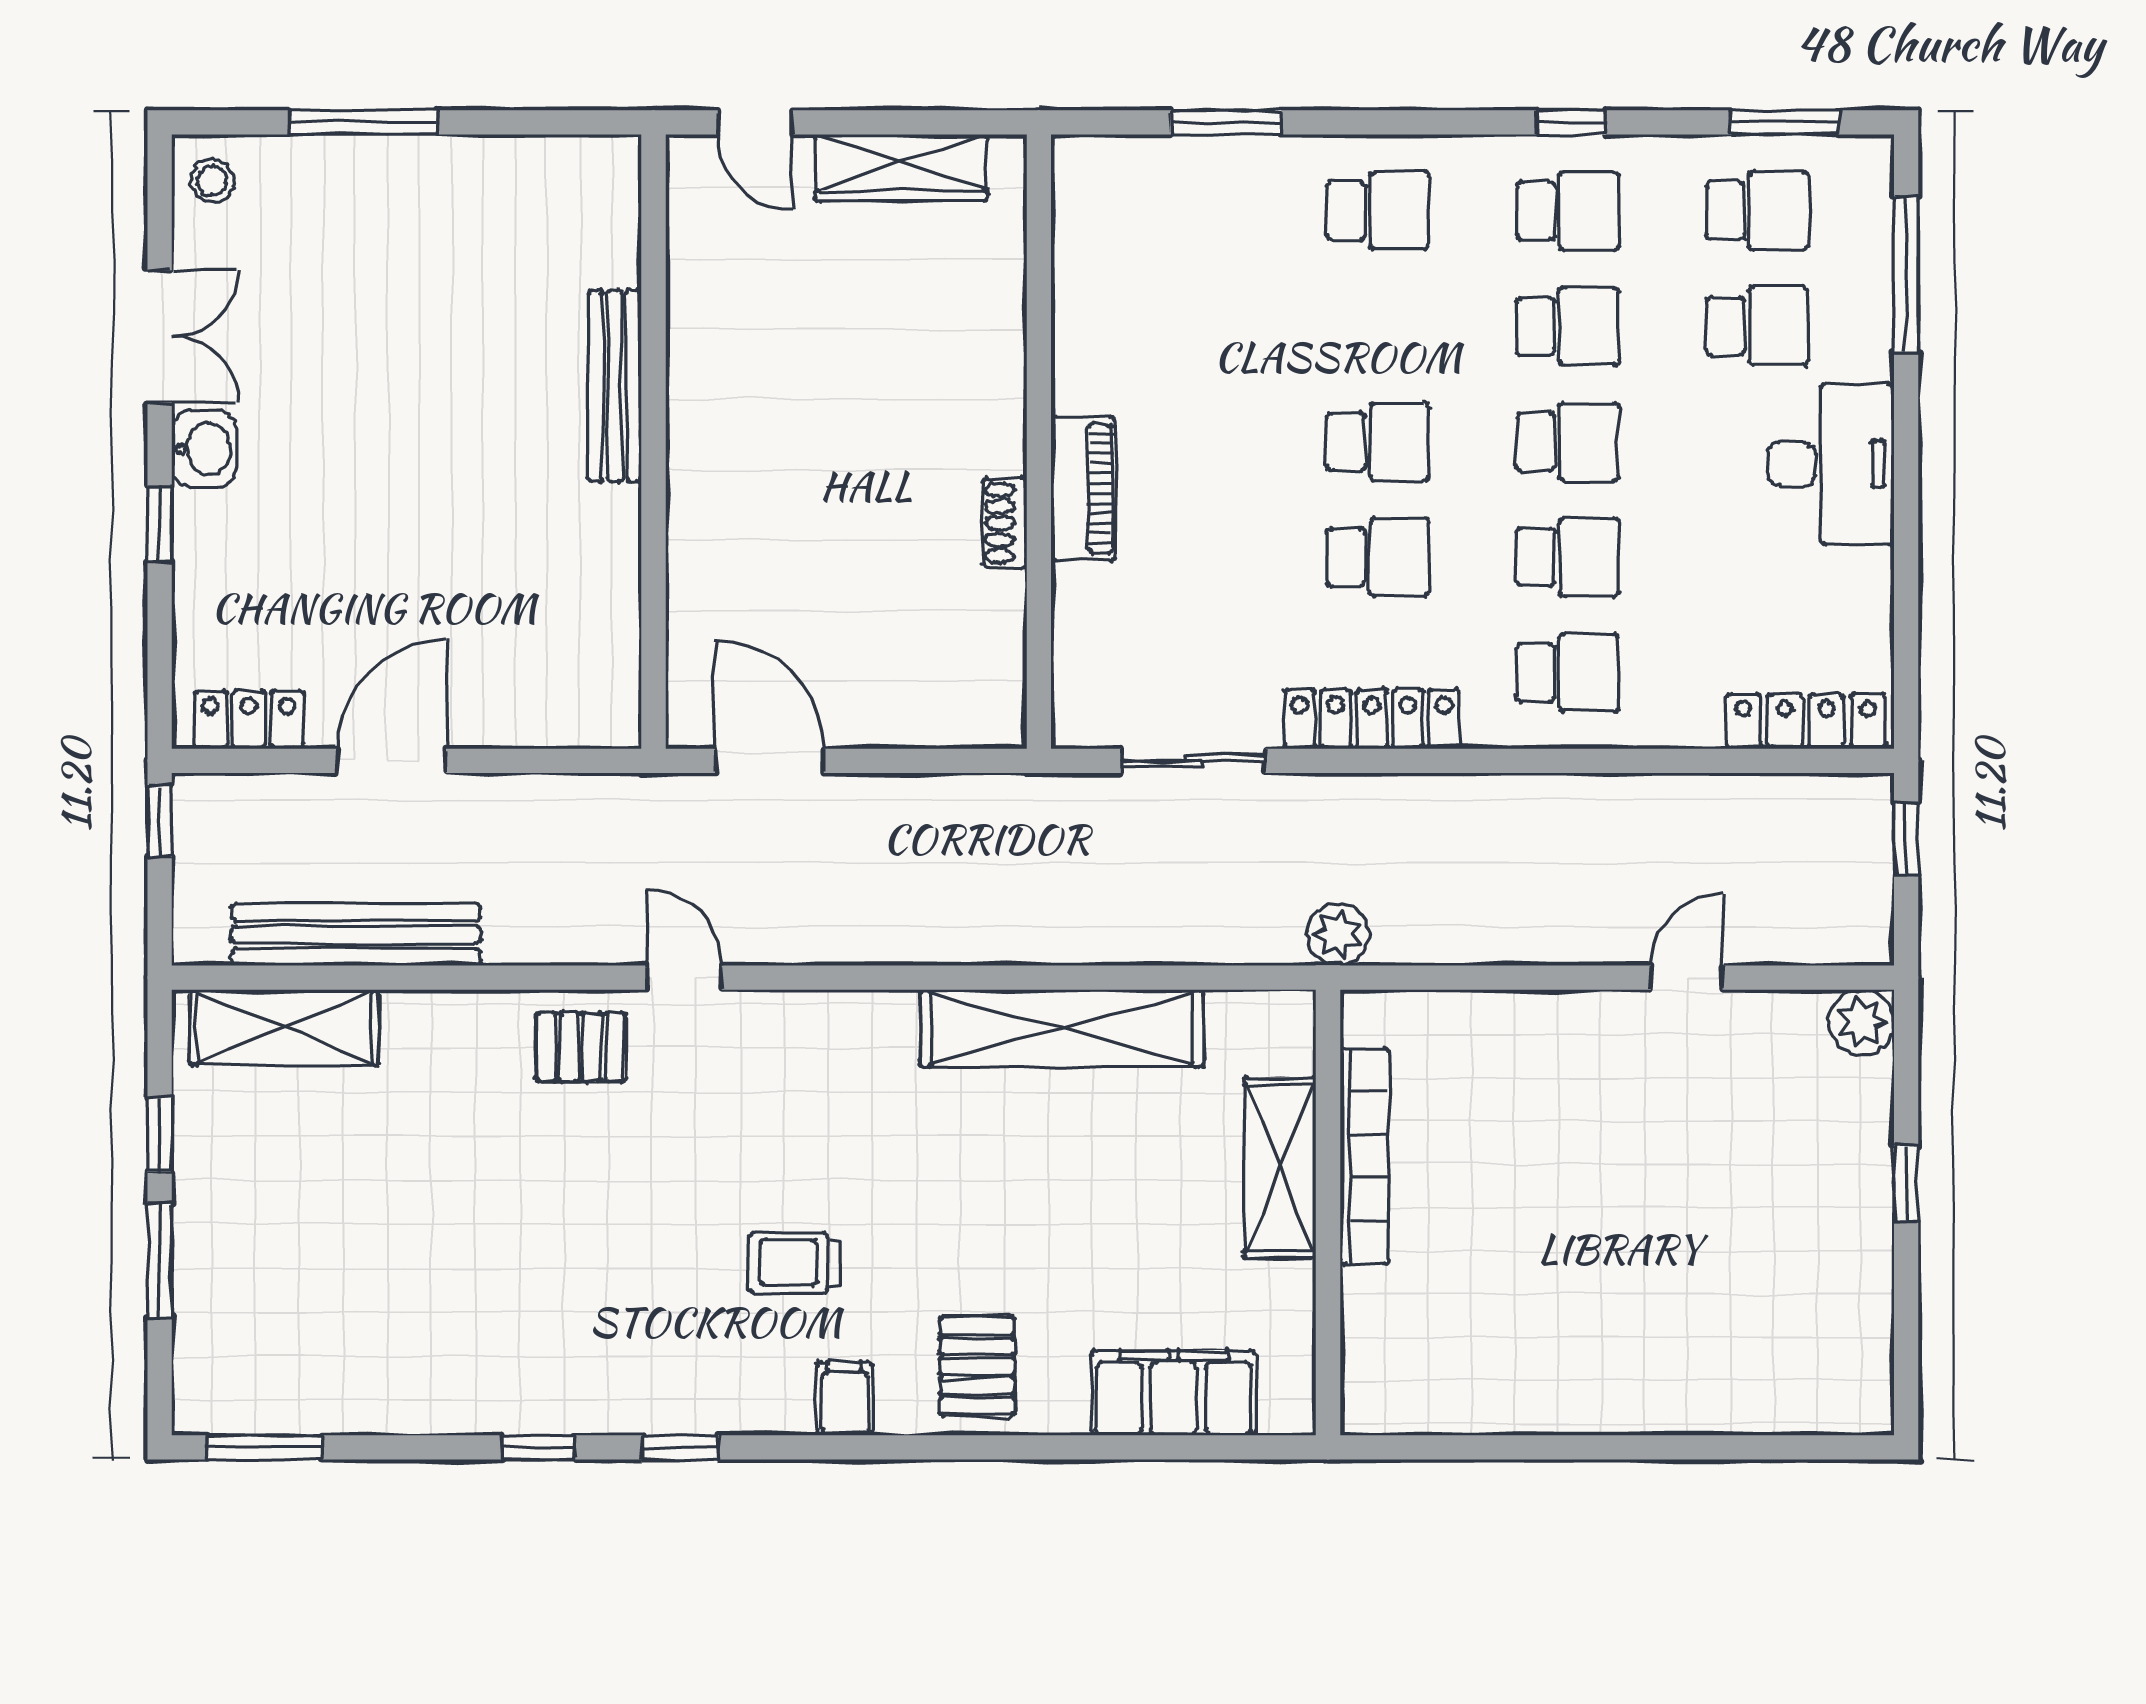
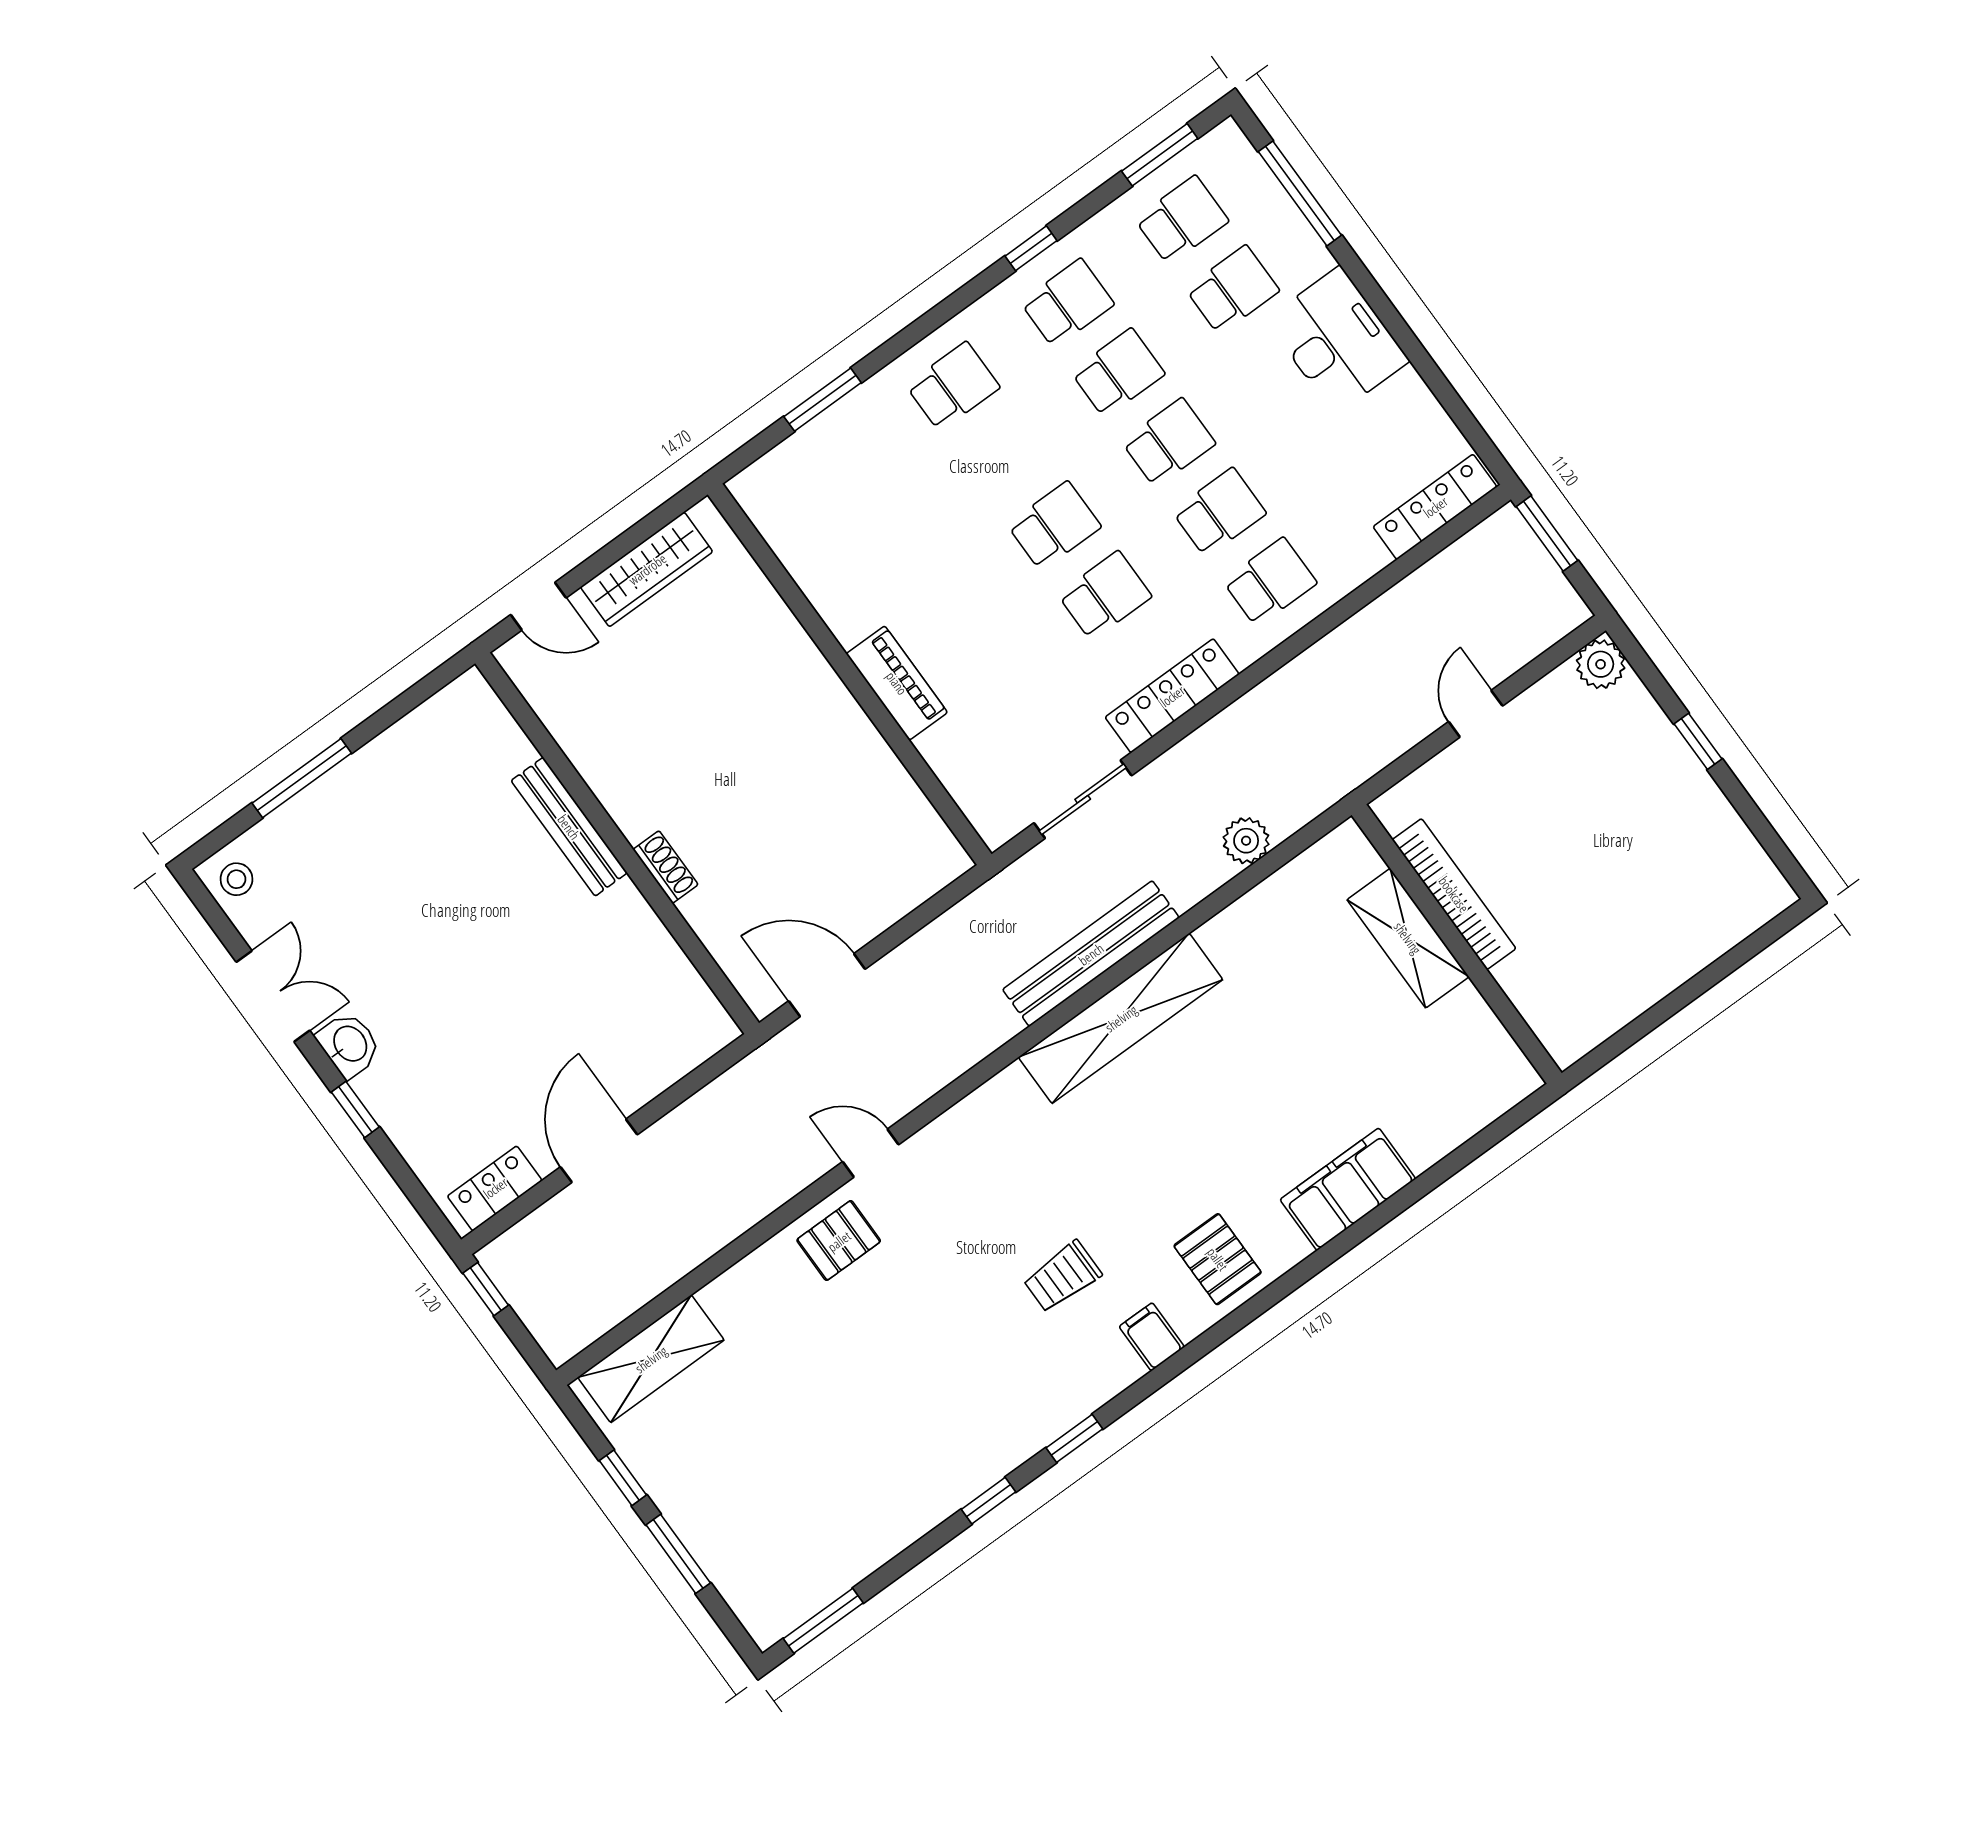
shoe rack: (1005, 523) -> (666, 867), moved, turned 180
window: (1906, 838) -> (1547, 534), width x1.50
bench: (356, 935) -> (1091, 954), moved
bookcase: (1365, 1156) -> (1454, 894), moved
shelving: (1280, 1168) -> (1408, 938), moved
wall: (1328, 1213) -> (1457, 944), moved

